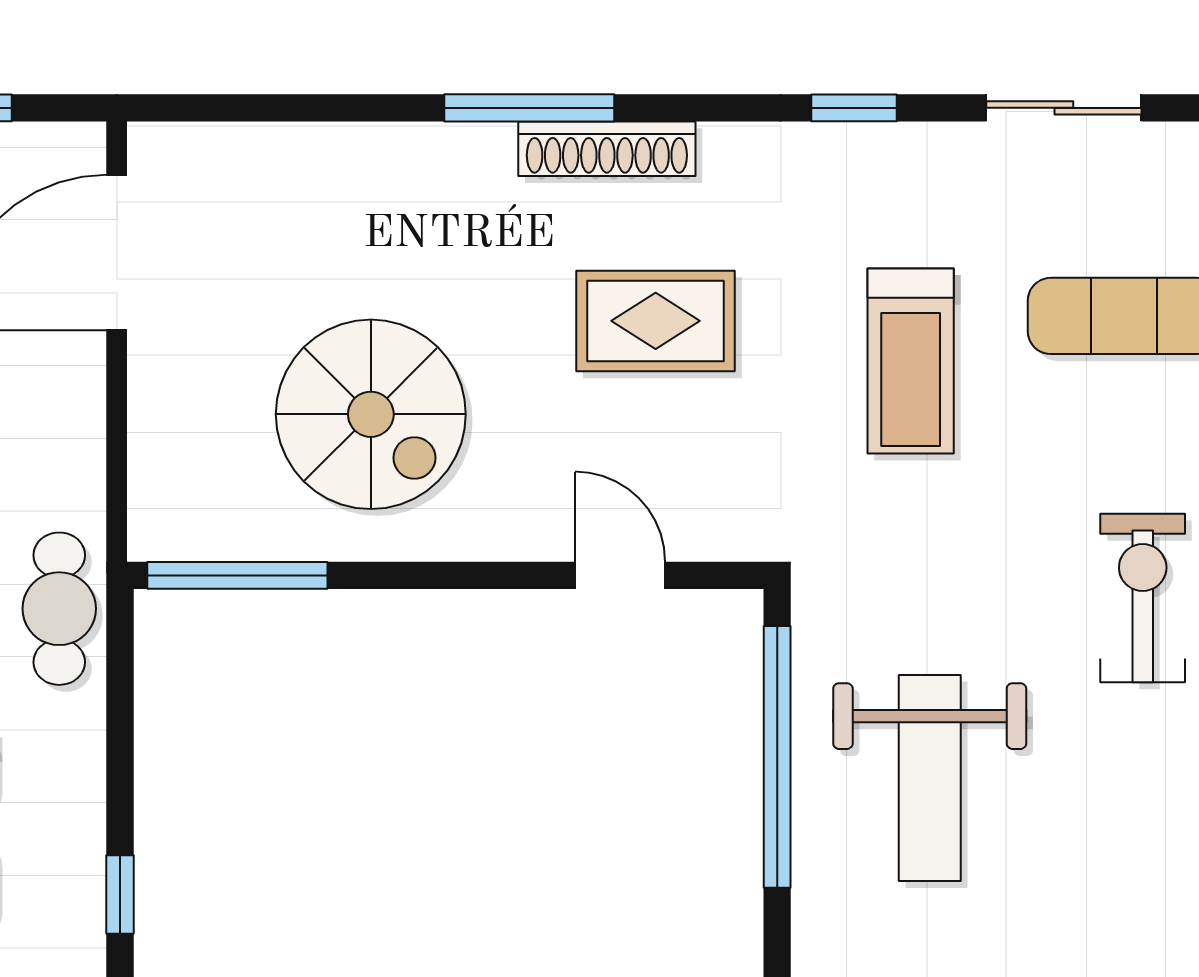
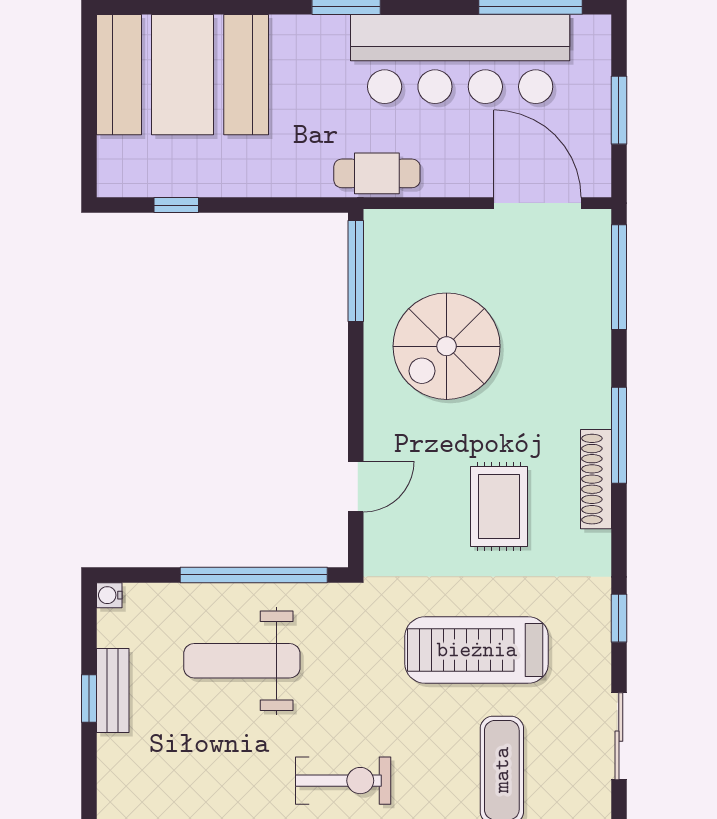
window: (248, 108) -> (619, 277), added
treadmill: (911, 361) -> (477, 650), width x1.37, depth x1.38
cafe table: (59, 609) -> (377, 173), moved

